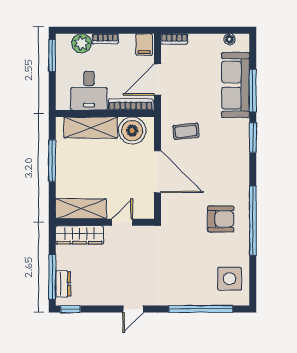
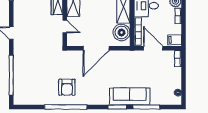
sofa: (235, 85) -> (130, 96), moved
coffee table: (186, 131) -> (121, 66), removed
side table: (230, 279) -> (30, 93), removed

